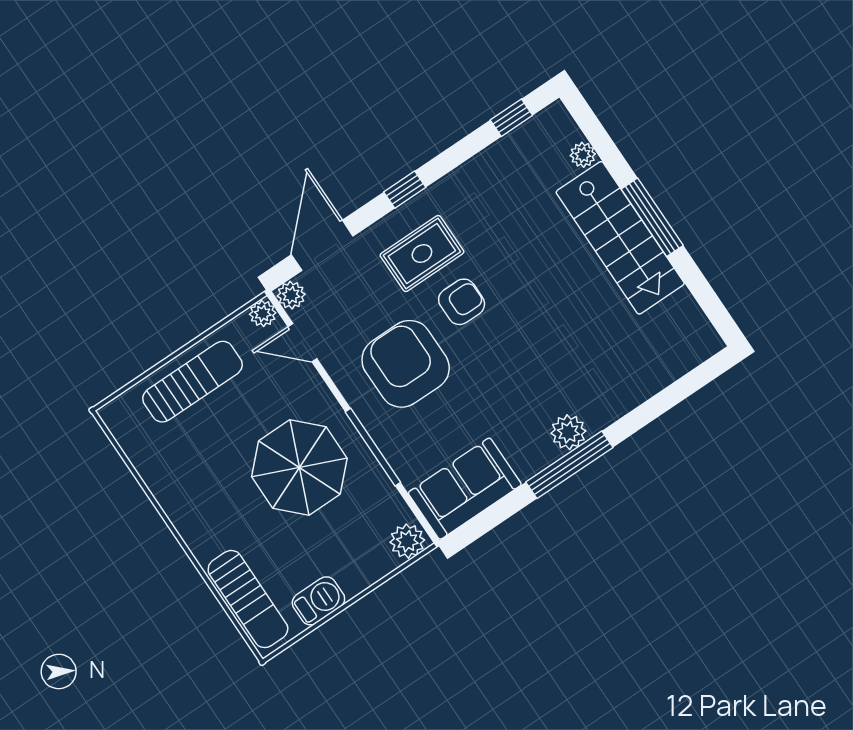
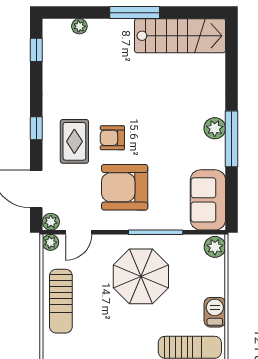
stairs: (620, 238) -> (180, 36), moved
armchair: (462, 302) -> (112, 138), turned -90
sun lounger: (192, 382) -> (61, 301), turned 180

